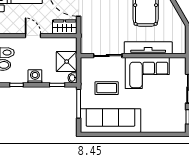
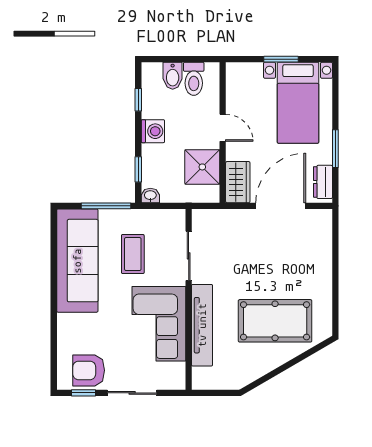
door: (33, 36) -> (223, 128), hinge flipped
shower: (67, 62) -> (202, 167), moved
armchair: (175, 114) -> (89, 370), added

